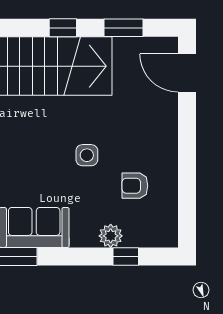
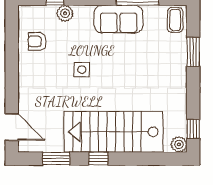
armchair: (135, 186) -> (37, 41), moved, turned 180

